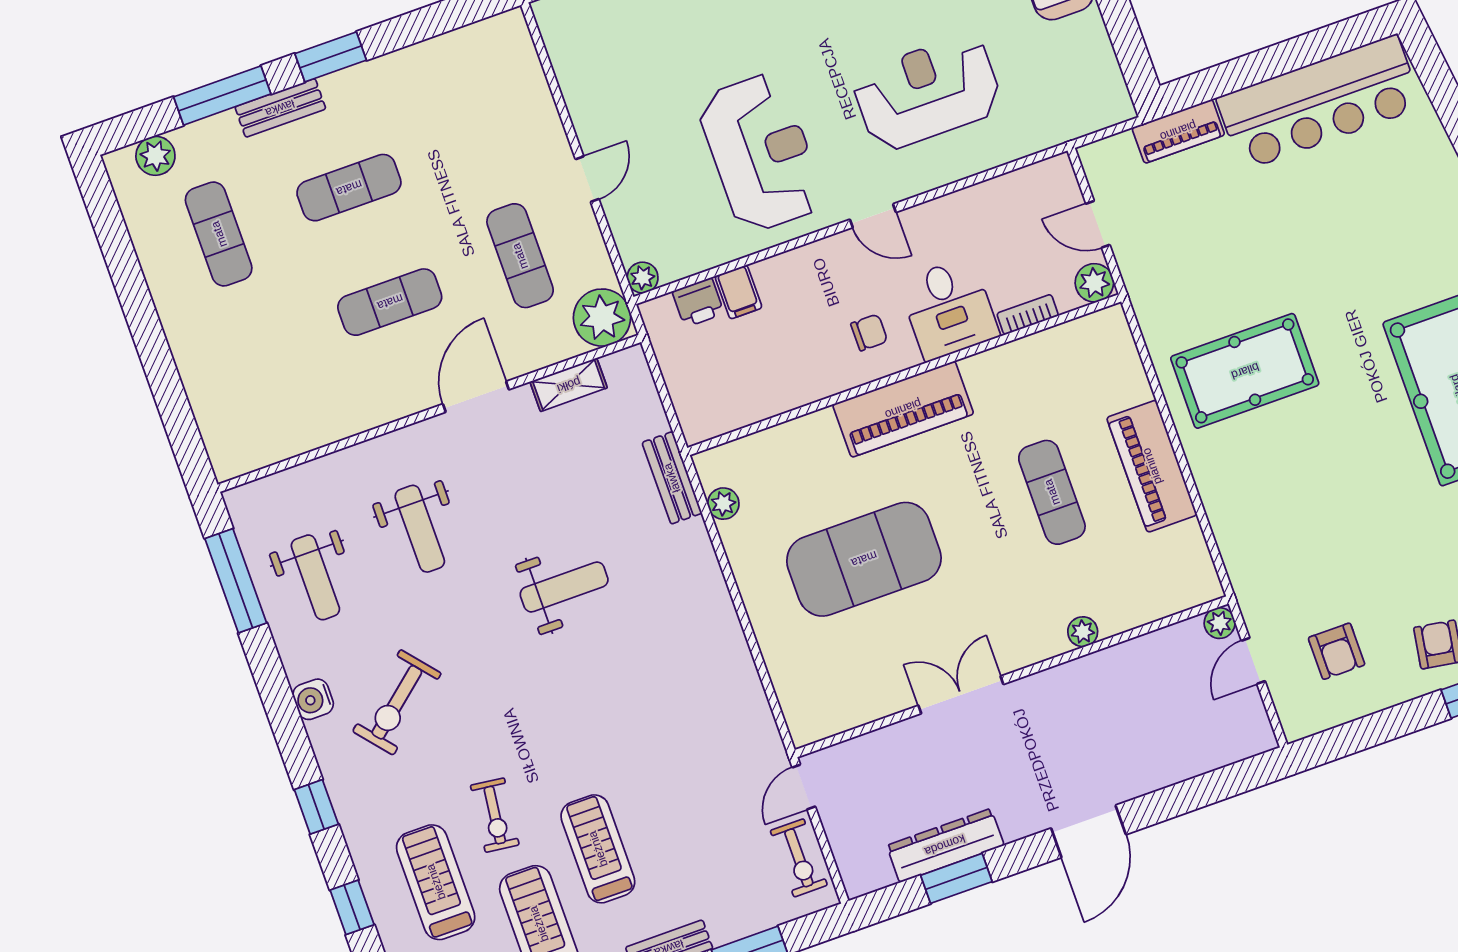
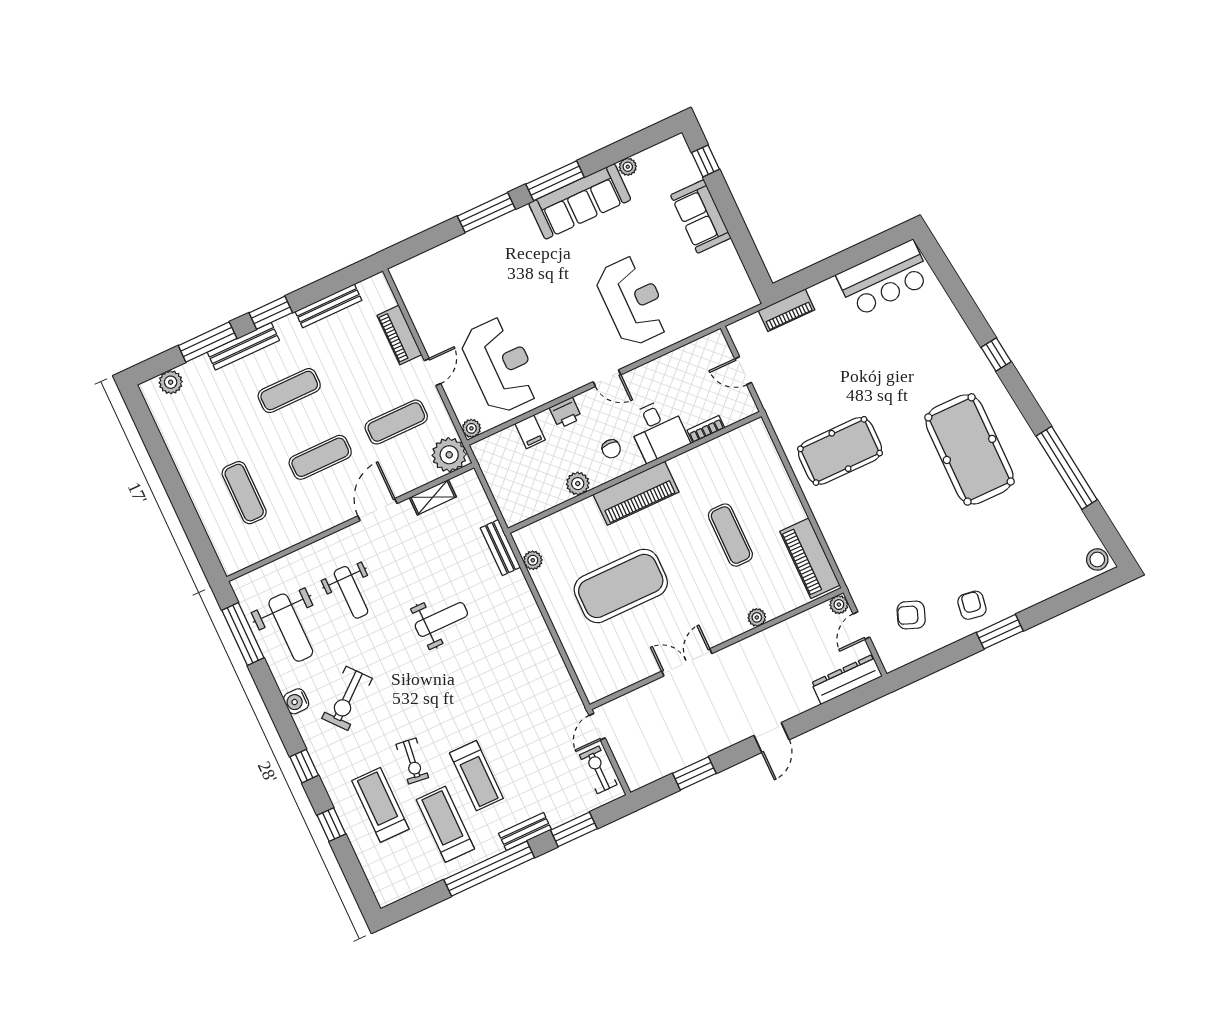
bench: (426, 55) -> (328, 306), added
reception desk: (927, 92) -> (633, 301), turned 90
bar counter: (1319, 103) -> (884, 278), width x0.73
bench: (280, 108) -> (243, 346), width x1.36
piano: (539, 113) -> (399, 335), added
reception desk: (761, 153) -> (501, 365), moved
exercise mat: (219, 234) -> (244, 493), moved
exercise mat: (520, 256) -> (396, 422), turned 90
plant: (1094, 283) -> (578, 484), moved
printer: (698, 303) -> (566, 413), moved
chair: (869, 332) -> (611, 449), turned 90
piano: (1152, 466) -> (810, 558), moved
weight bench: (315, 577) -> (291, 628), width x1.36, depth x1.33
armchair: (1337, 651) -> (911, 615), turned 111
door: (1089, 831) -> (772, 738), width x0.73
dresser: (945, 845) -> (847, 679), moved
treadmill: (598, 849) -> (476, 776), turned 180
exercise bike: (799, 858) -> (598, 770), turned 180

